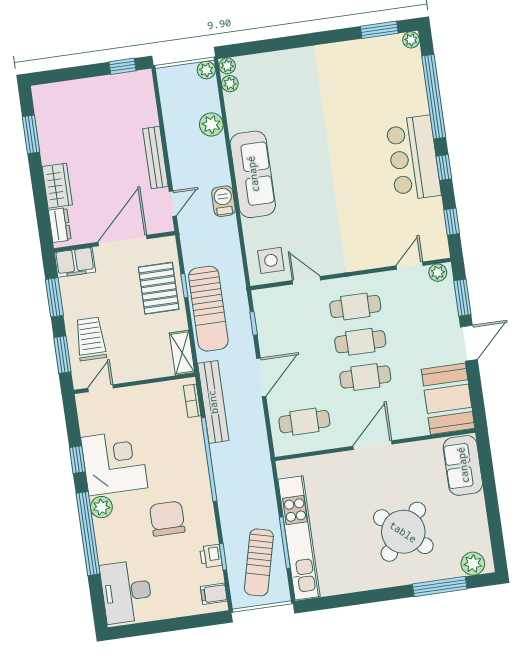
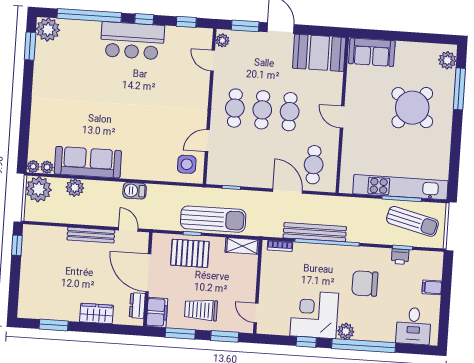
plant: (411, 40) -> (48, 30), width x1.88, depth x1.88
plant: (206, 70) -> (39, 189), width x1.88, depth x1.88
sofa: (253, 174) -> (88, 162), moved
dresser: (60, 225) -> (137, 306), moved, turned -90
trolley: (91, 339) -> (201, 310), moved
door: (261, 377) -> (288, 191), moved
bench: (213, 402) -> (315, 232), moved
door: (373, 445) -> (342, 117), width x0.73
desk: (126, 592) -> (414, 326), width x0.73
filing cabinet: (214, 594) -> (432, 287), moved, turned 90

